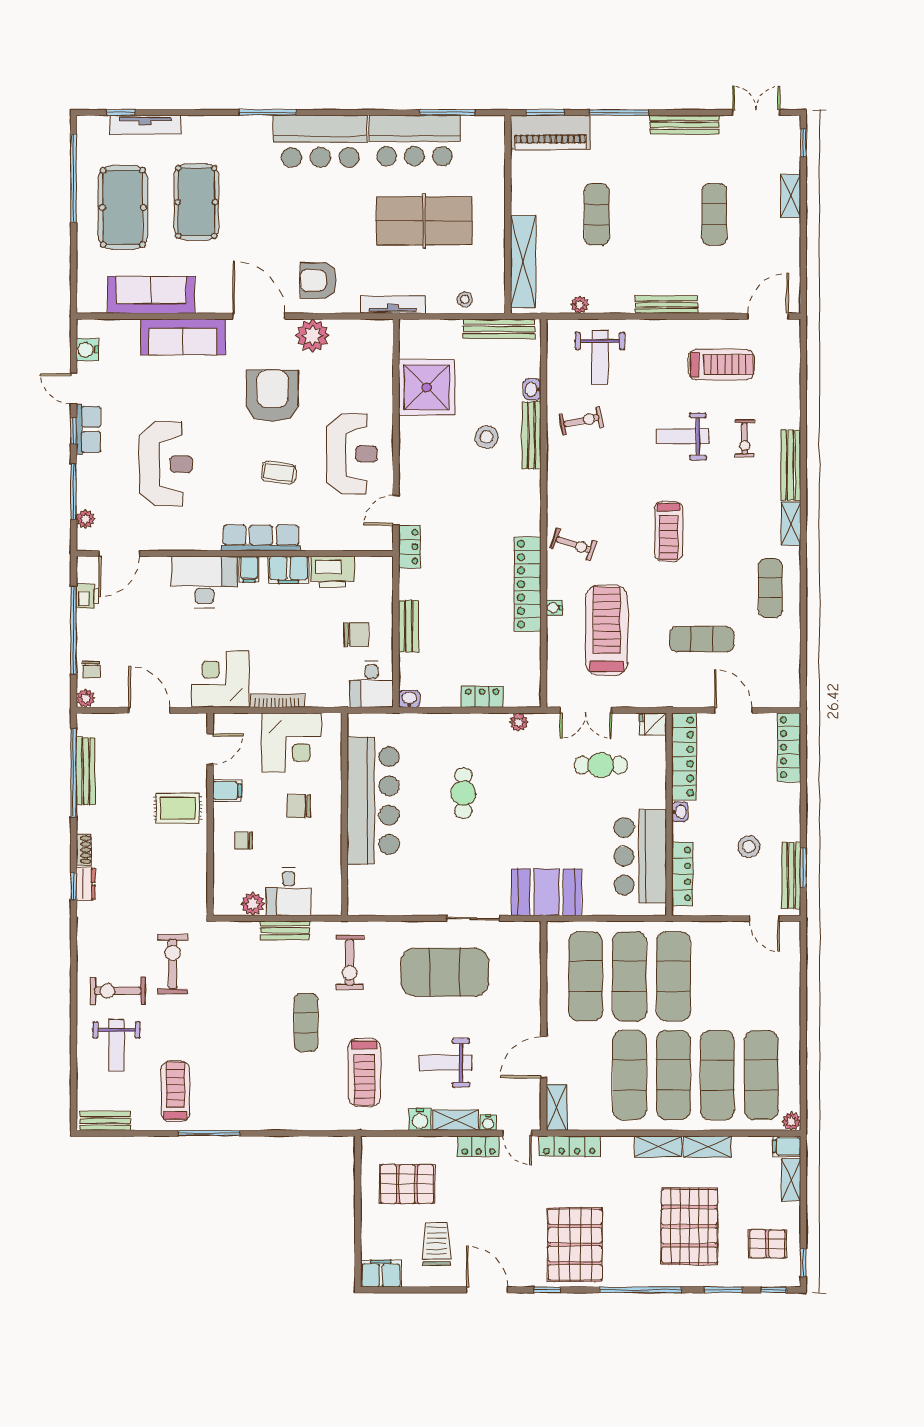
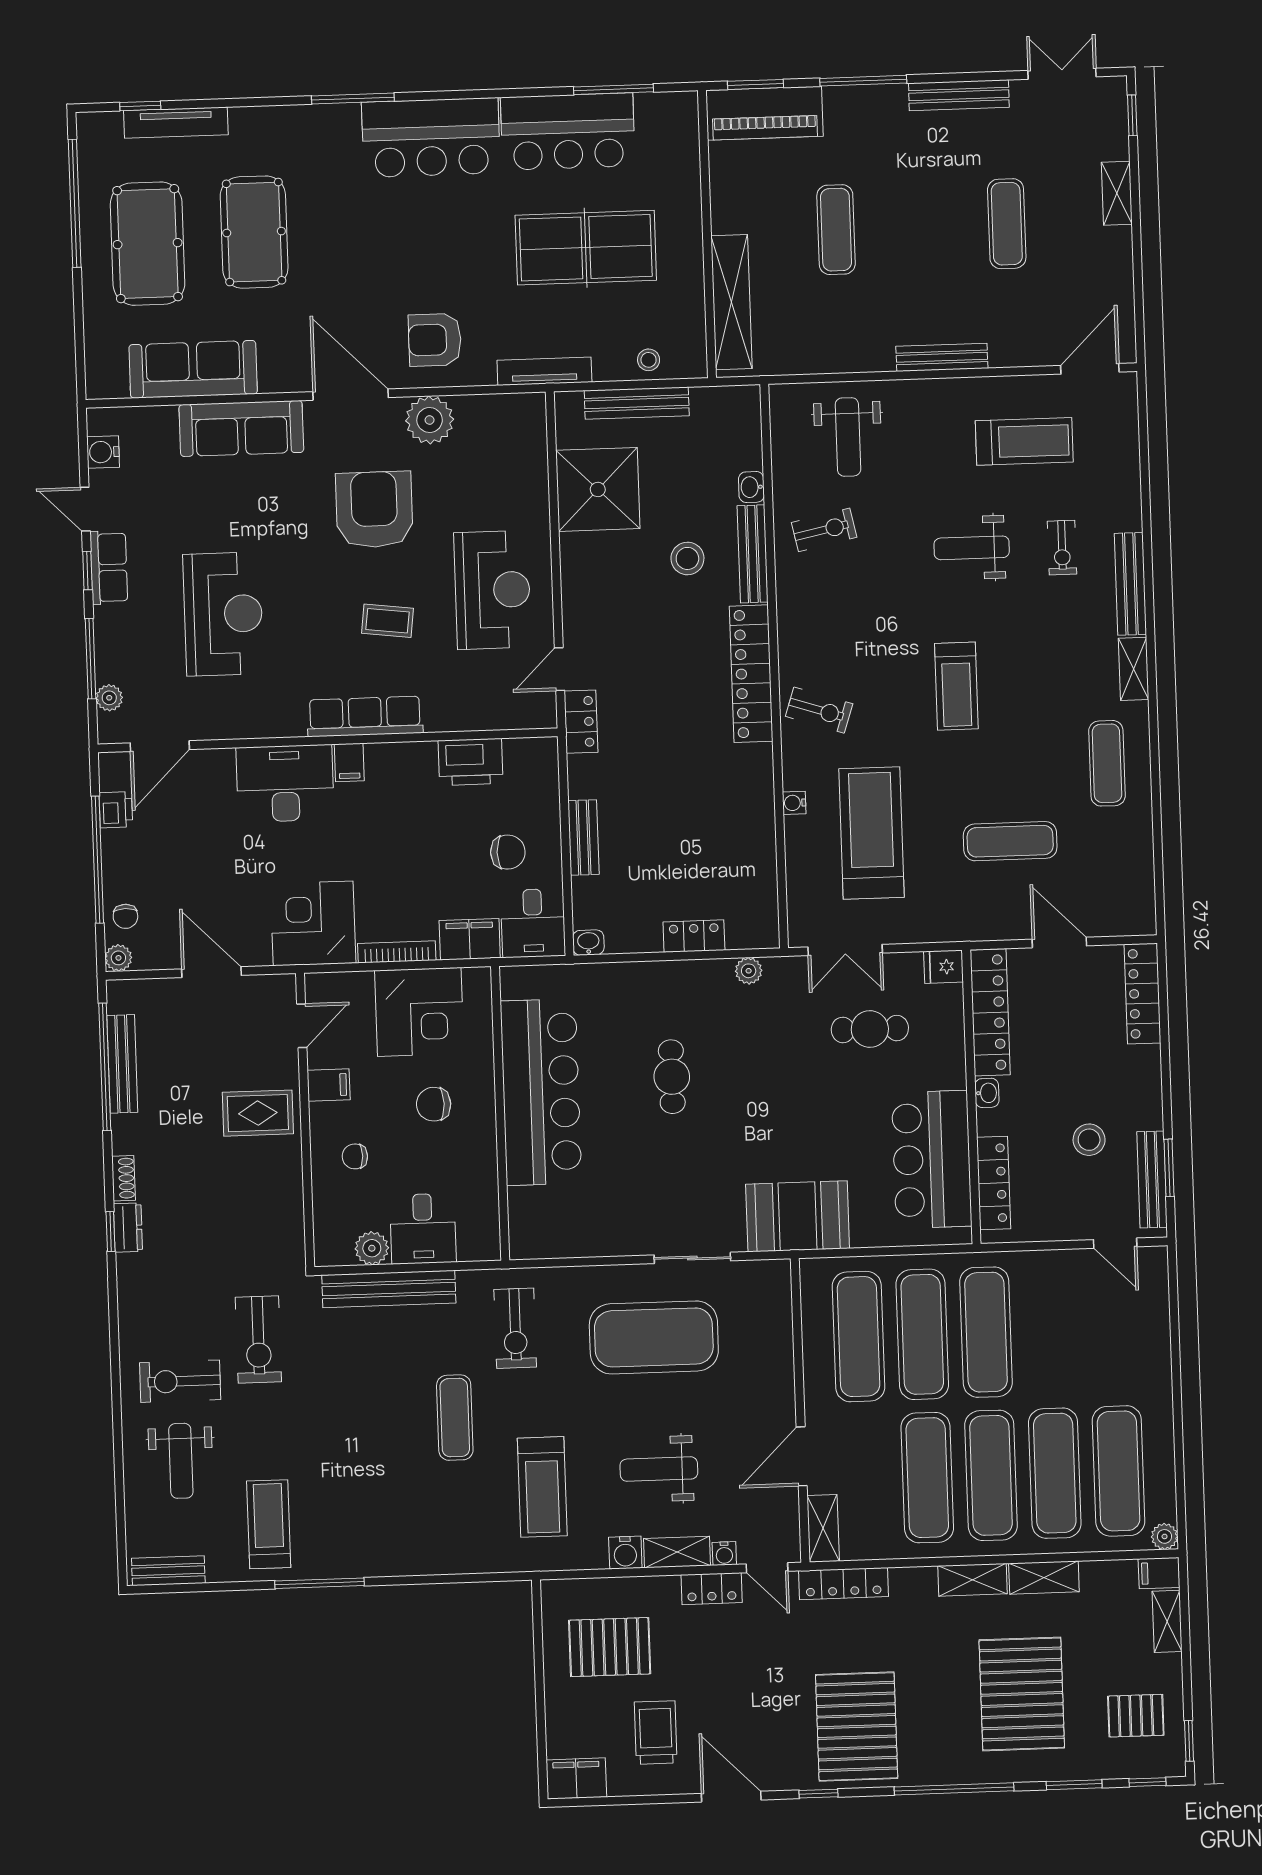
plant: (580, 305) -> (816, 362), removed
bench: (499, 329) -> (637, 403), moved
filing cabinet: (288, 570) -> (470, 939), moved, turned 180
locker: (528, 584) -> (751, 674), moved
bench: (285, 930) -> (389, 1289), width x1.86, depth x1.21
exercise bike: (173, 964) -> (258, 1340), turned 180

